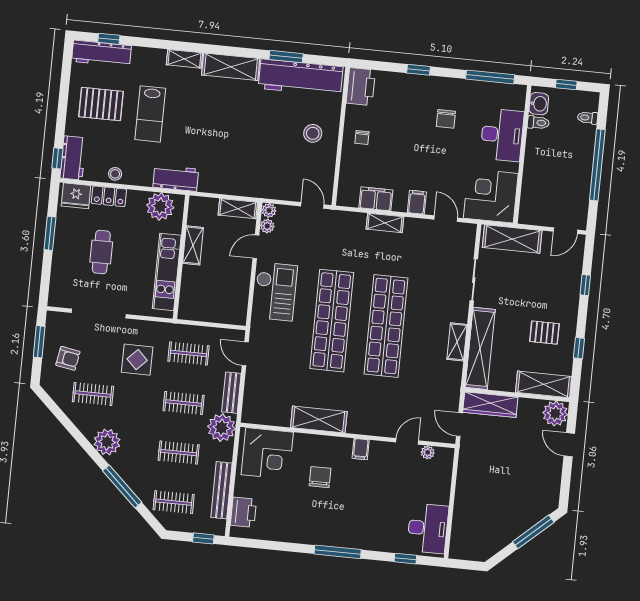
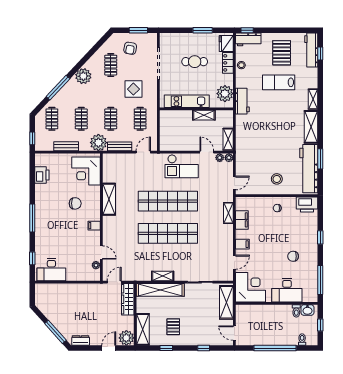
shelving: (385, 223) -> (228, 213), moved
bench: (222, 490) -> (66, 146), width x0.73
dresser: (552, 491) -> (81, 340), added
printer: (243, 512) -> (42, 175), moved, turned -90

